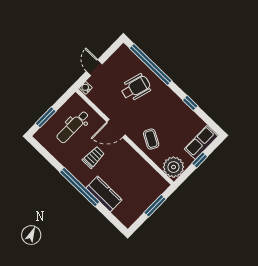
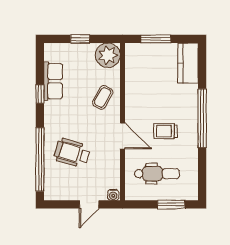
row of seats: (201, 143) -> (53, 81), moved, turned -90
kitchen counter: (104, 194) -> (188, 63), moved

